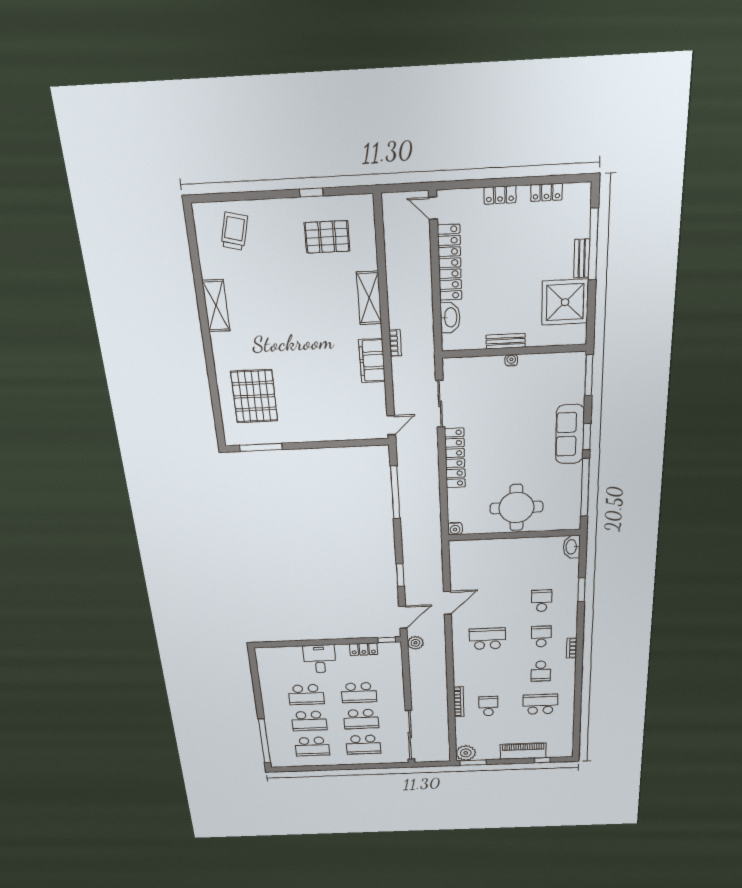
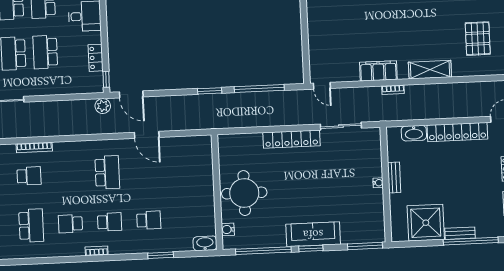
water cooler: (455, 529) -> (228, 229), moved
window: (400, 575) -> (210, 91), moved

